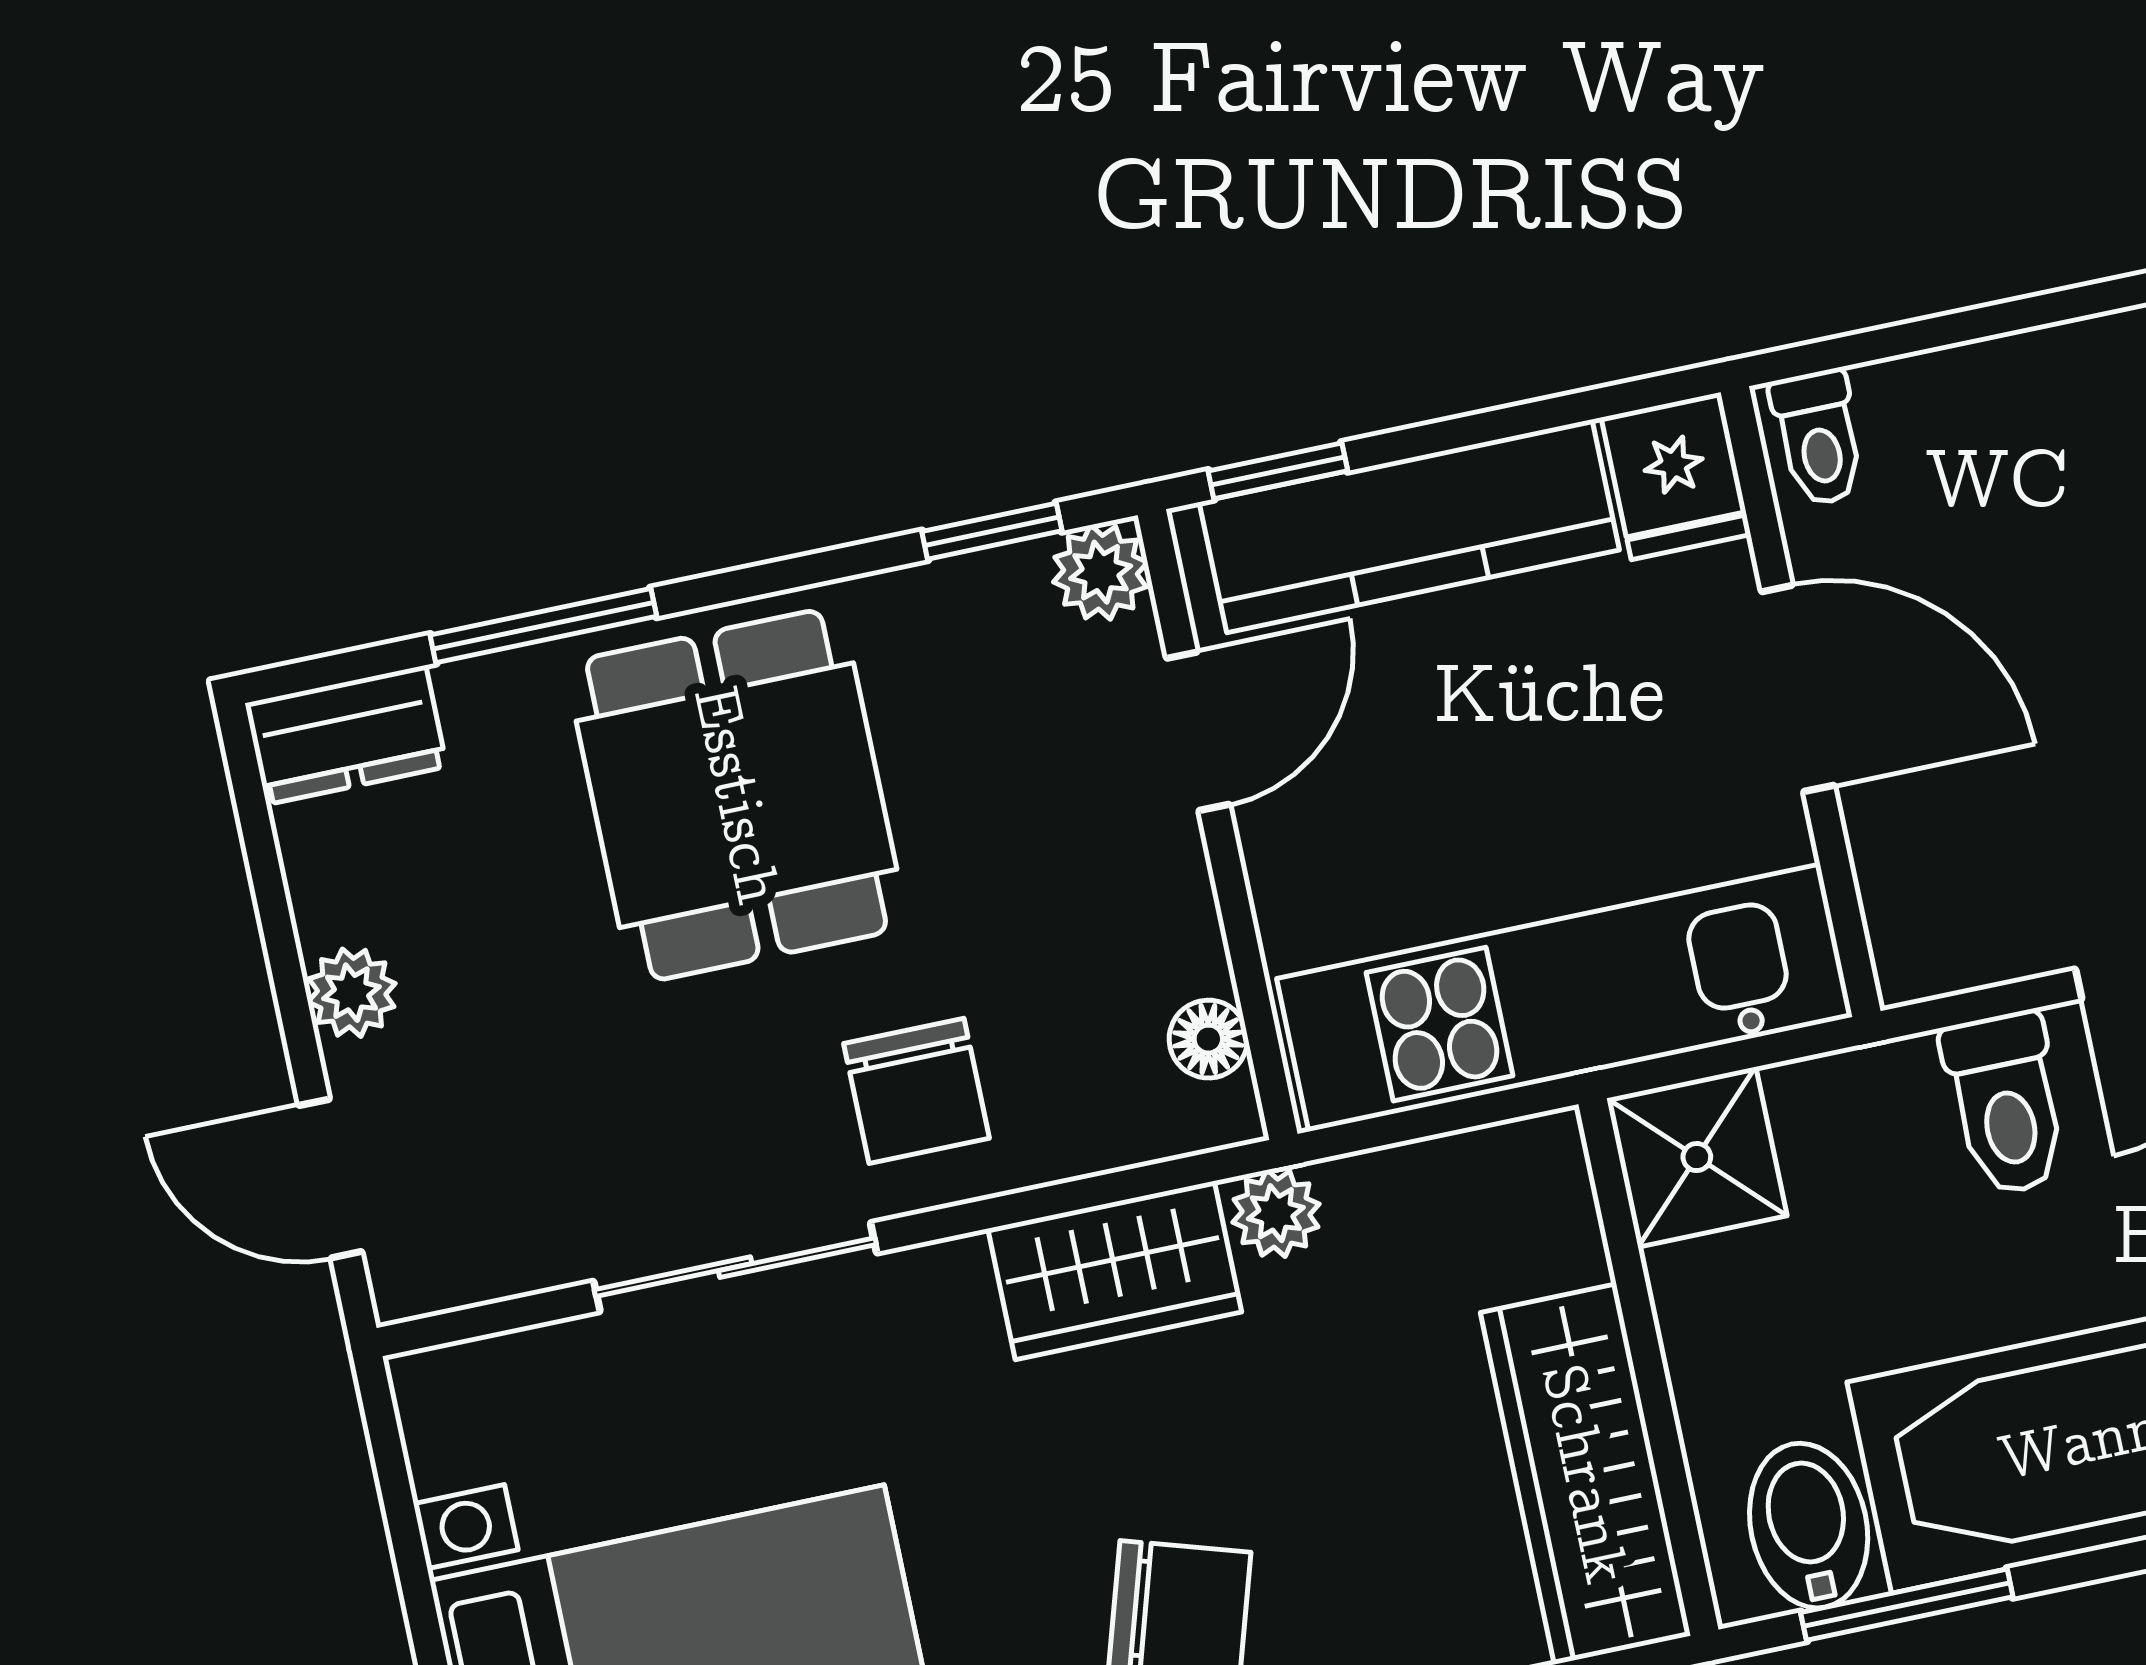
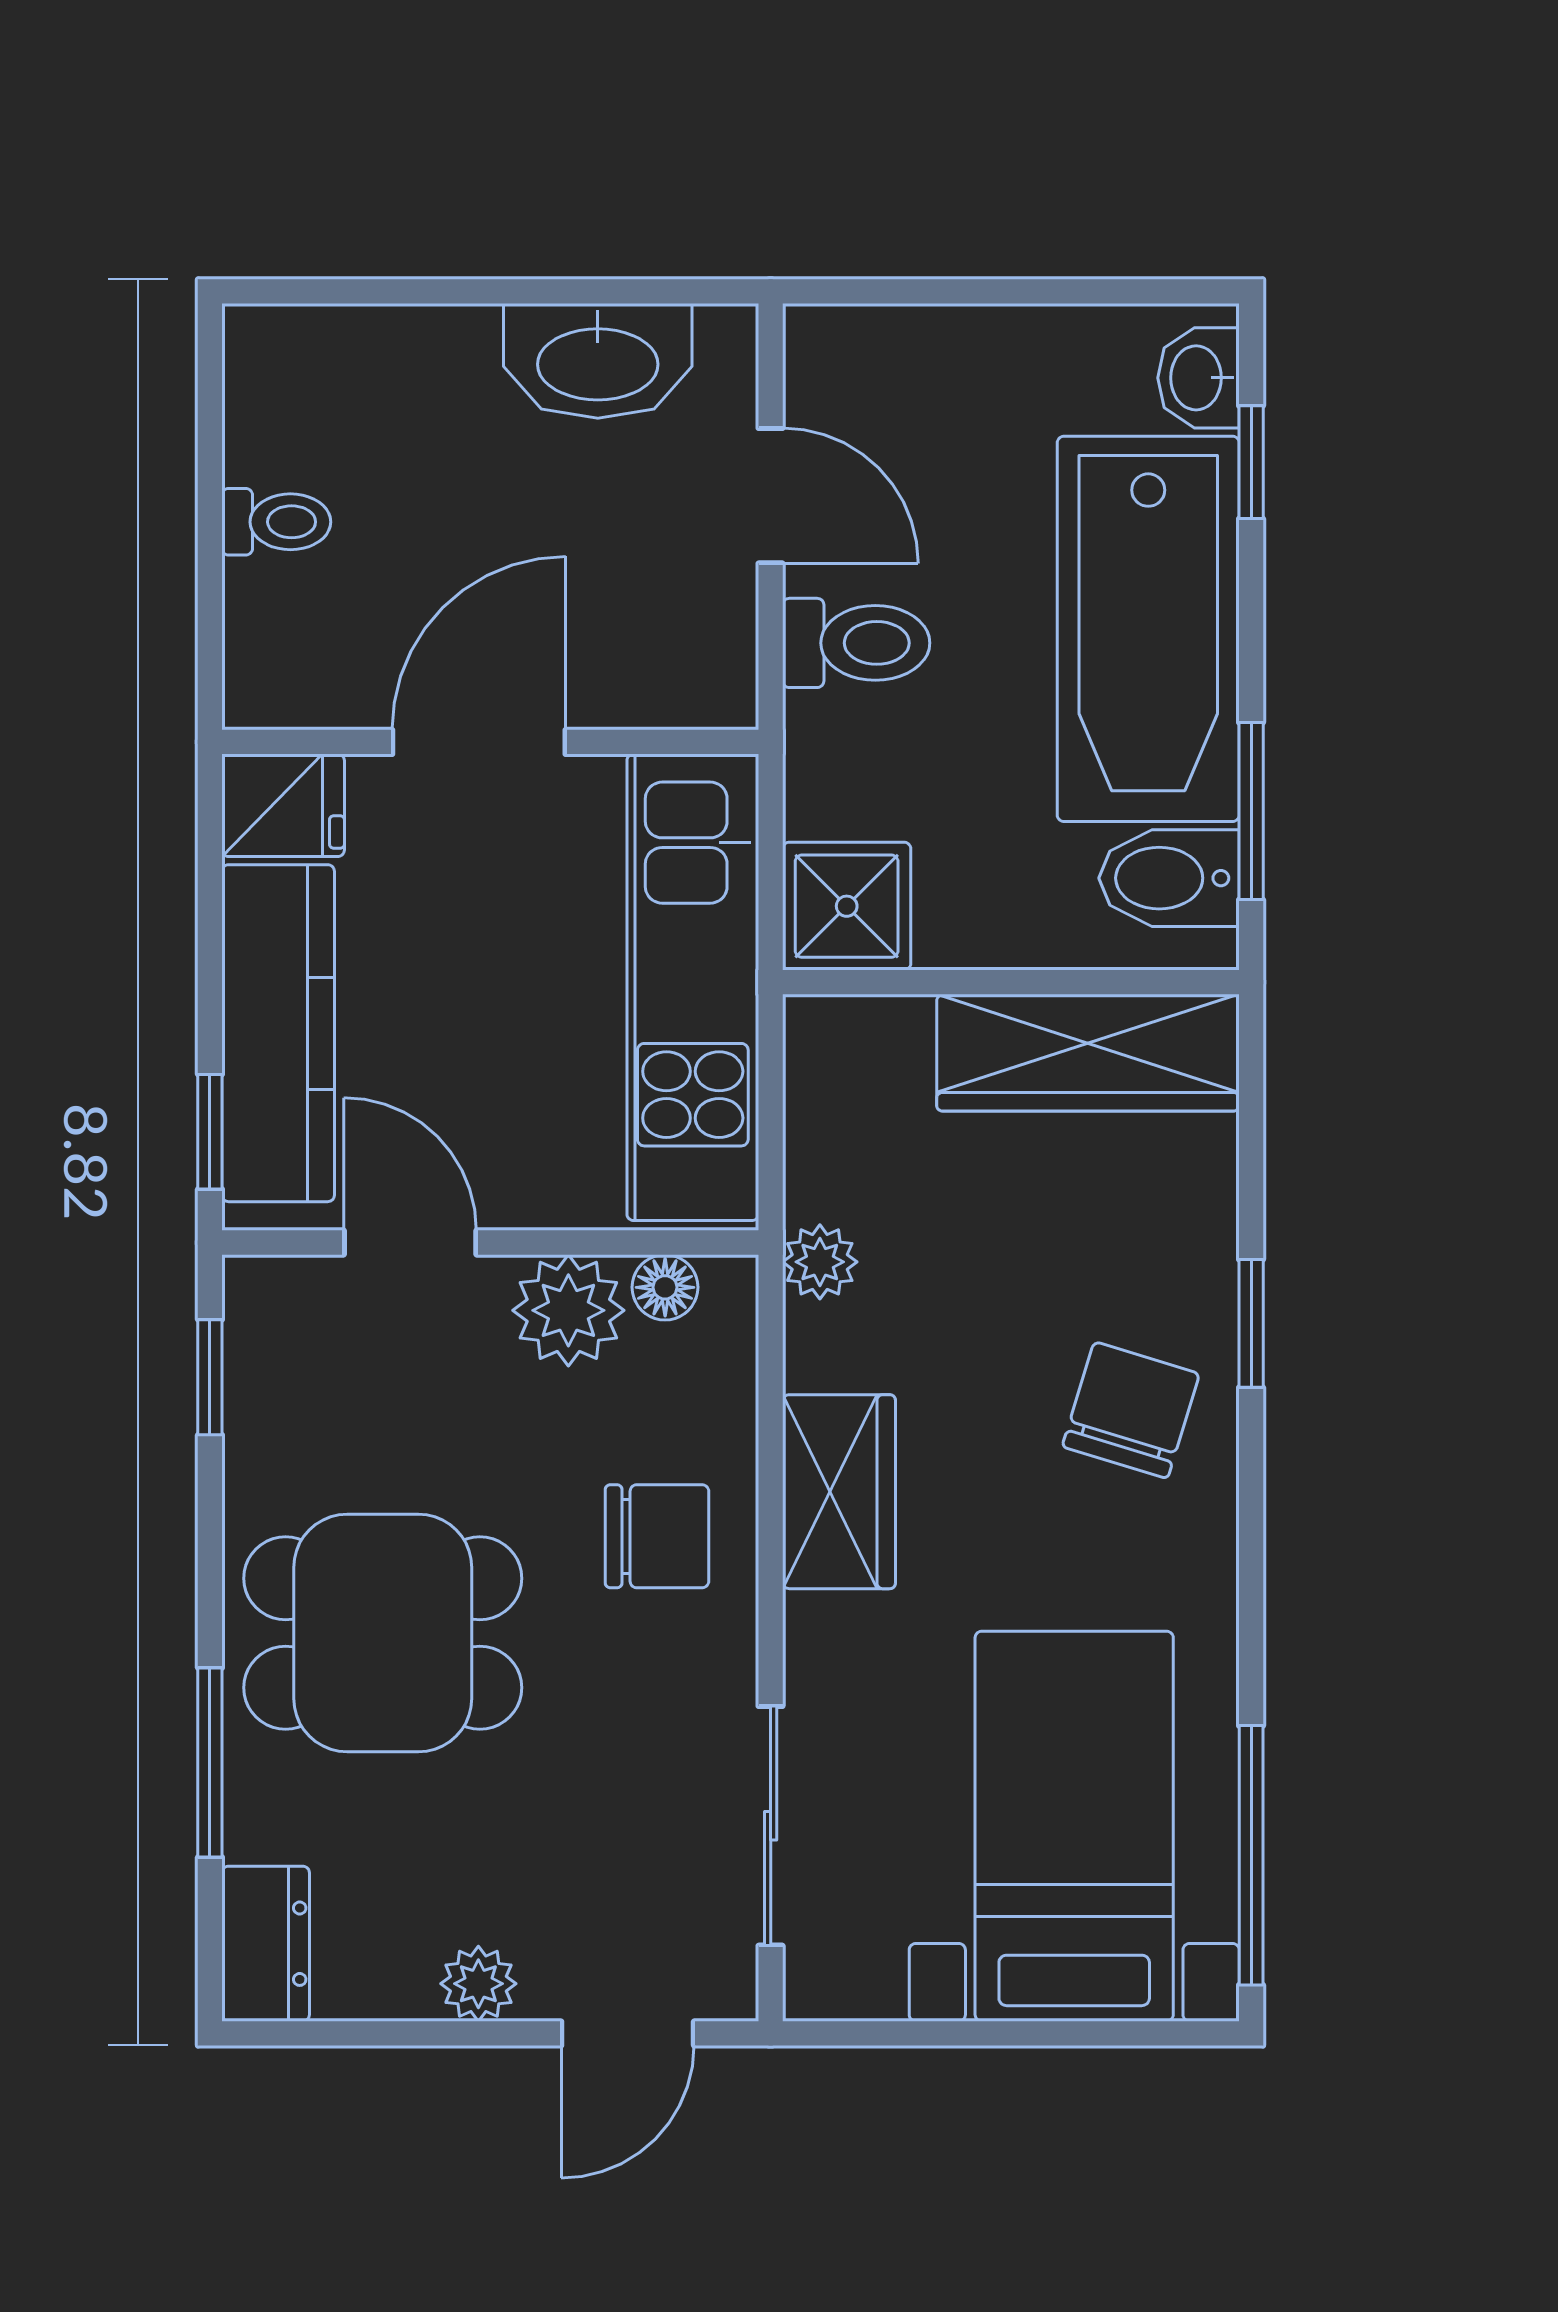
toilet: (1818, 438) -> (276, 522), moved
plant: (1101, 572) -> (568, 1310), moved, width x1.38, depth x1.38
sliding door: (735, 1267) -> (771, 1826), moved
wardrobe: (1115, 1270) -> (839, 1492), moved

